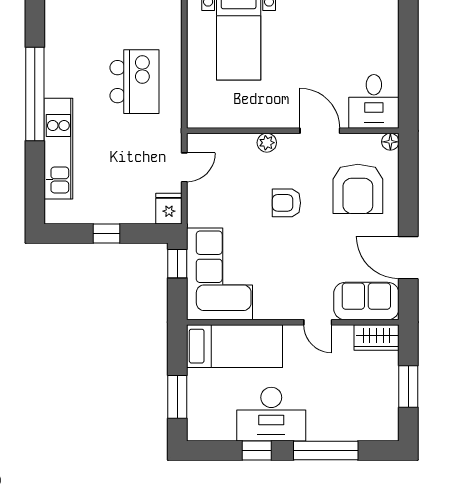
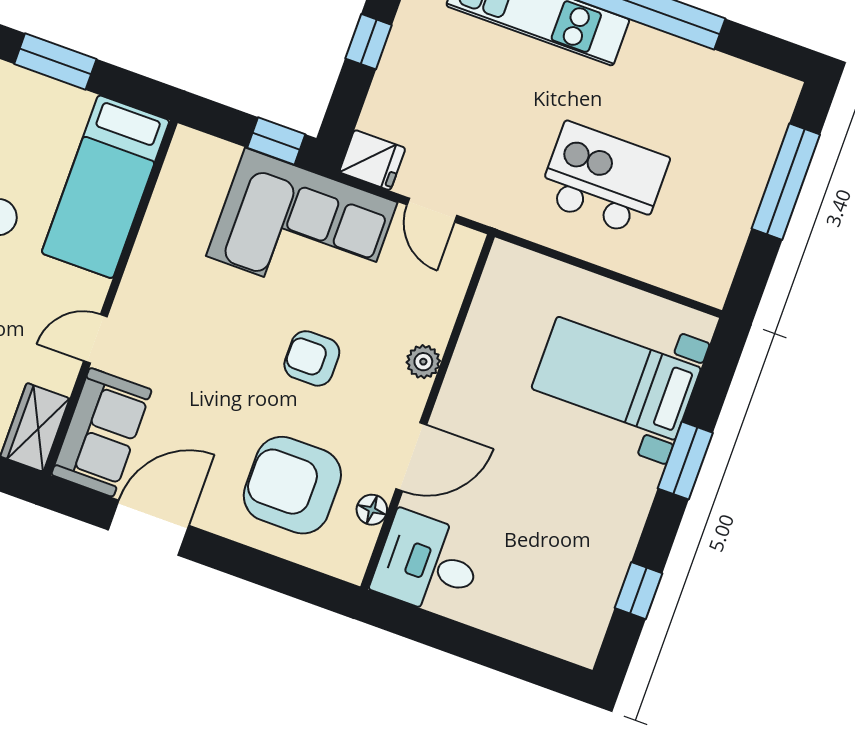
kitchen island: (135, 82) -> (604, 179), turned 180
floor lamp: (390, 142) -> (372, 510), moved
armchair: (286, 203) -> (312, 358), turned -90
corner sofa: (219, 274) -> (302, 229), moved

